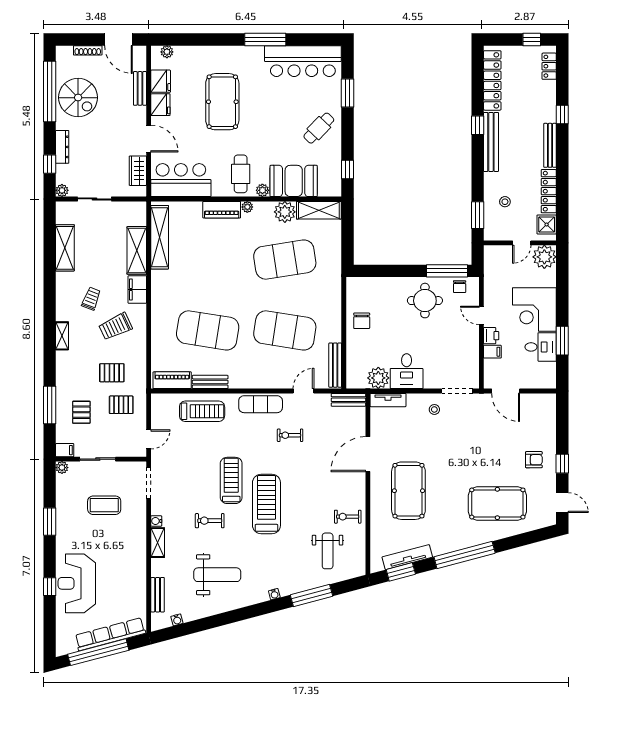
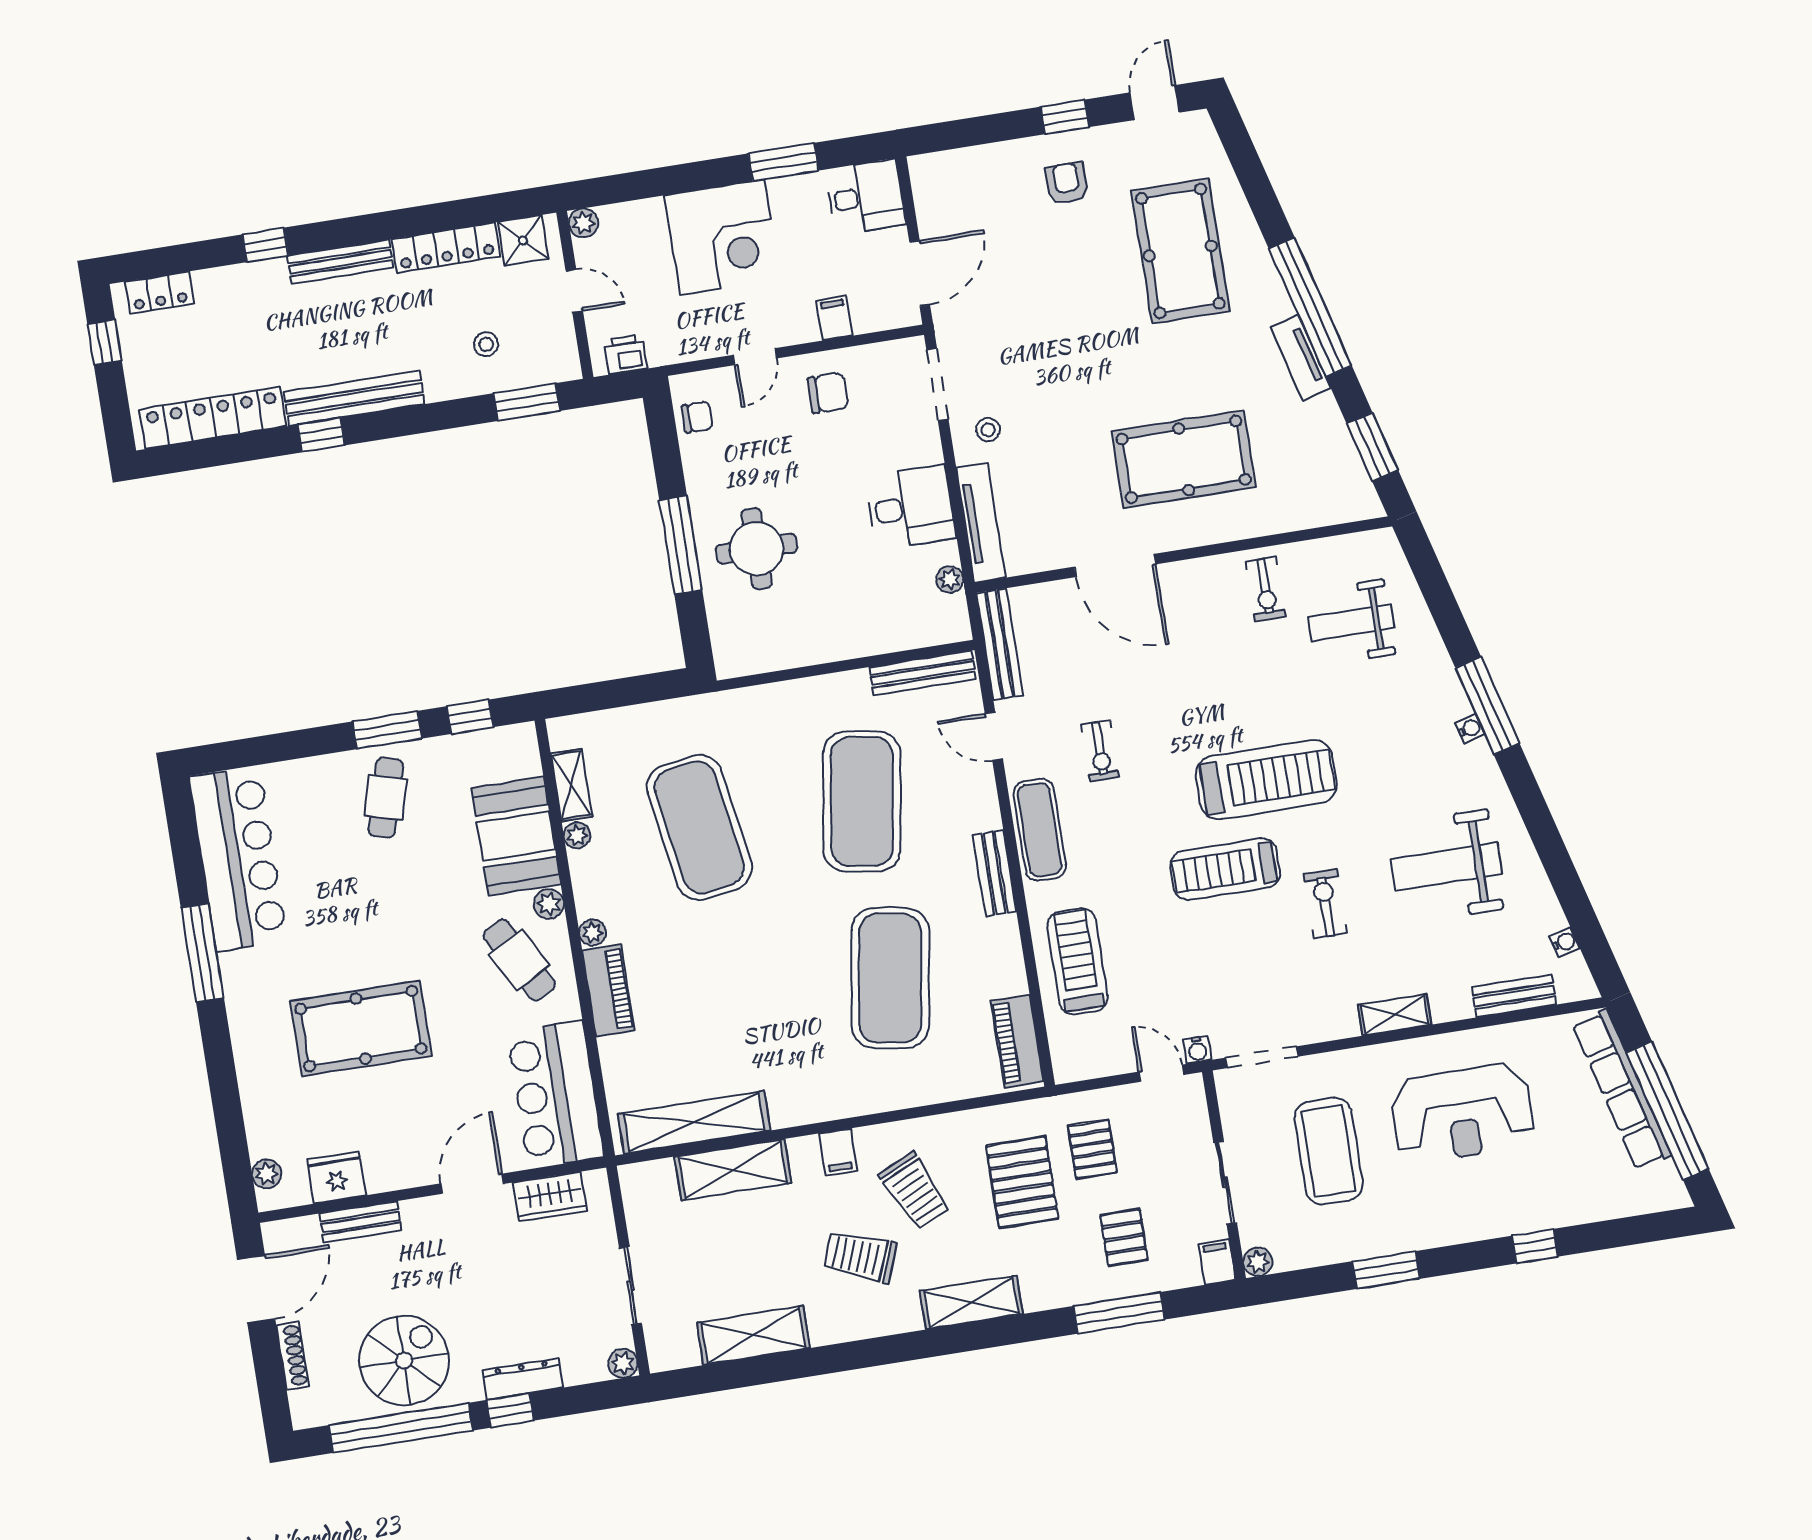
window: (348, 93) -> (387, 730), moved
fridge: (160, 105) -> (390, 1169), removed
cafe table: (319, 128) -> (386, 798), turned 62
window: (50, 164) -> (510, 1410), moved
cafe table: (241, 174) -> (519, 960), turned 61
shelving: (319, 210) -> (571, 785), width x0.67, depth x0.75
plant: (285, 212) -> (577, 835), width x0.53, depth x0.53
plant: (544, 257) -> (583, 223), width x0.53, depth x0.53
window: (447, 271) -> (681, 545), moved
filing cabinet: (137, 289) -> (838, 1152), width x0.50
trolley: (91, 299) -> (860, 1257), width x1.36, depth x1.39
round table: (425, 301) -> (756, 549), moved
chair: (362, 321) -> (828, 393), moved
shelving: (62, 336) -> (971, 1302), width x1.50, depth x1.33
printer: (491, 336) -> (626, 354), moved
desk: (541, 347) -> (865, 197), moved, turned 90
pallet: (112, 373) -> (1022, 1182), width x1.50, depth x1.42
plant: (378, 378) -> (950, 579), width x0.53, depth x0.53
bench: (210, 382) -> (994, 873), moved
bench: (348, 400) -> (1000, 644), width x1.36
tv unit: (388, 400) -> (981, 523), width x1.41
pallet: (81, 412) -> (1124, 1237), turned 90
treadmill: (266, 504) -> (1266, 780), turned 180
coffee table: (104, 505) -> (1329, 1151), width x1.36, depth x1.32
water cooler: (156, 521) -> (1197, 1050), moved
exercise bike: (210, 521) -> (1325, 904), turned 180
weight bench: (328, 551) -> (1351, 623), turned 180
tv unit: (407, 557) -> (1300, 358), moved, width x0.71
weight bench: (217, 575) -> (1446, 867), turned -90
reception desk: (77, 583) -> (1462, 1114), moved
window: (312, 596) -> (1487, 705), moved

